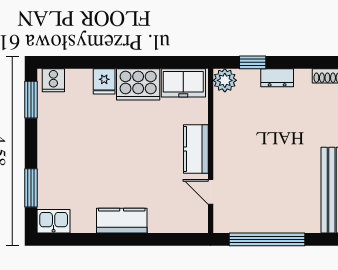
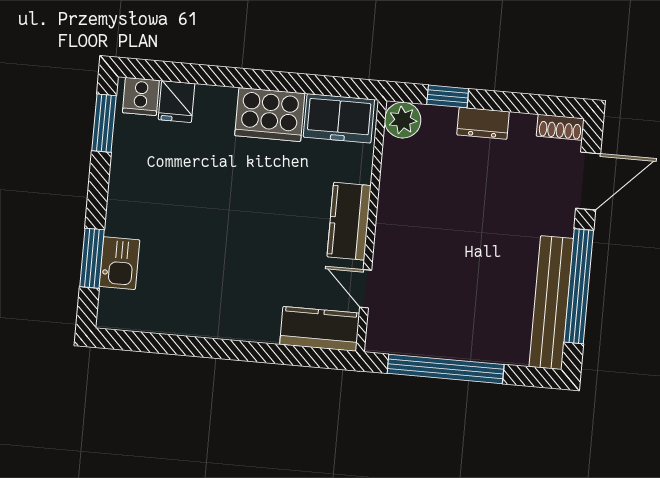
fridge: (104, 81) -> (177, 102), moved
kitchen sink: (54, 221) -> (119, 263), moved, turned 90
kitchen counter: (122, 221) -> (320, 329), moved

